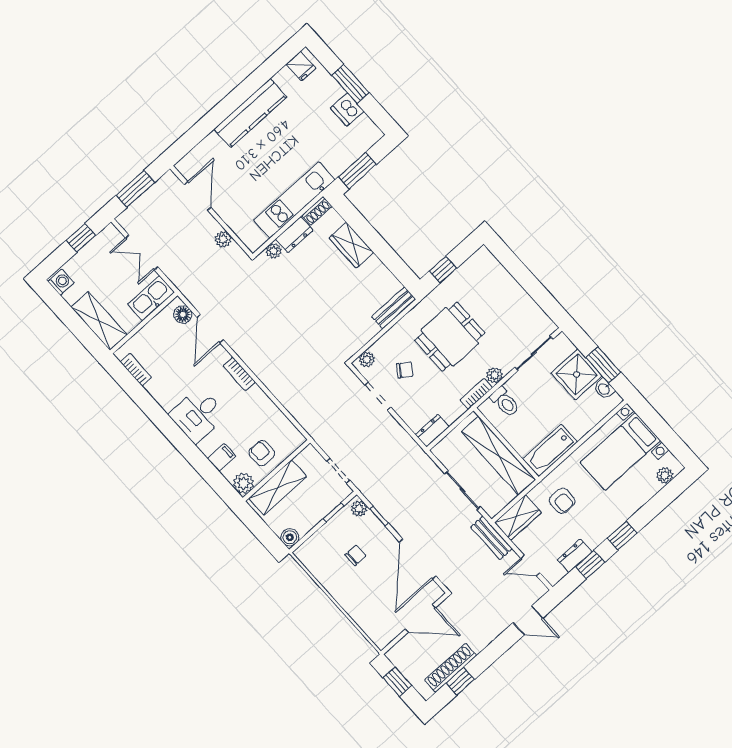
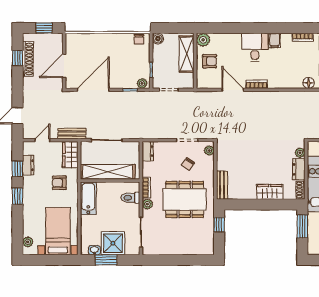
door: (210, 329) -> (233, 90), moved
dining table: (450, 337) -> (185, 199), width x1.38
filing cabinet: (222, 457) -> (275, 40), moved
chair: (355, 555) -> (139, 39), moved
door: (418, 559) -> (93, 90), hinge flipped

